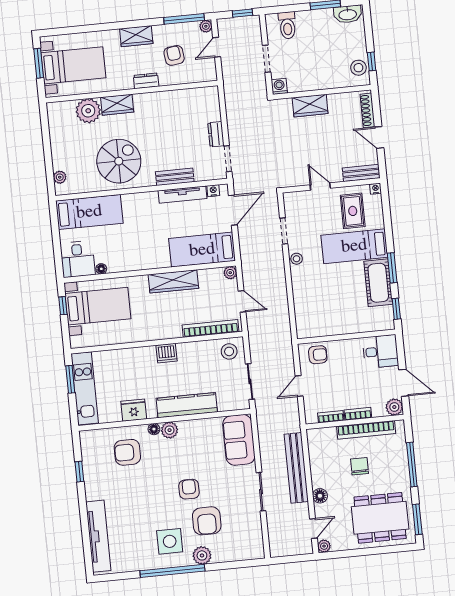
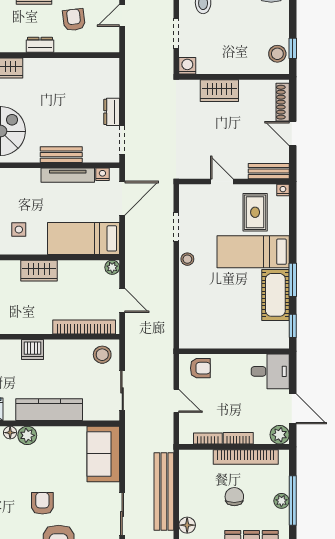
side table: (144, 247) -> (19, 230), added
wardrobe: (173, 281) -> (39, 271), width x0.67
door: (299, 386) -> (176, 401), swing flipped
plant: (402, 466) -> (281, 501), added

